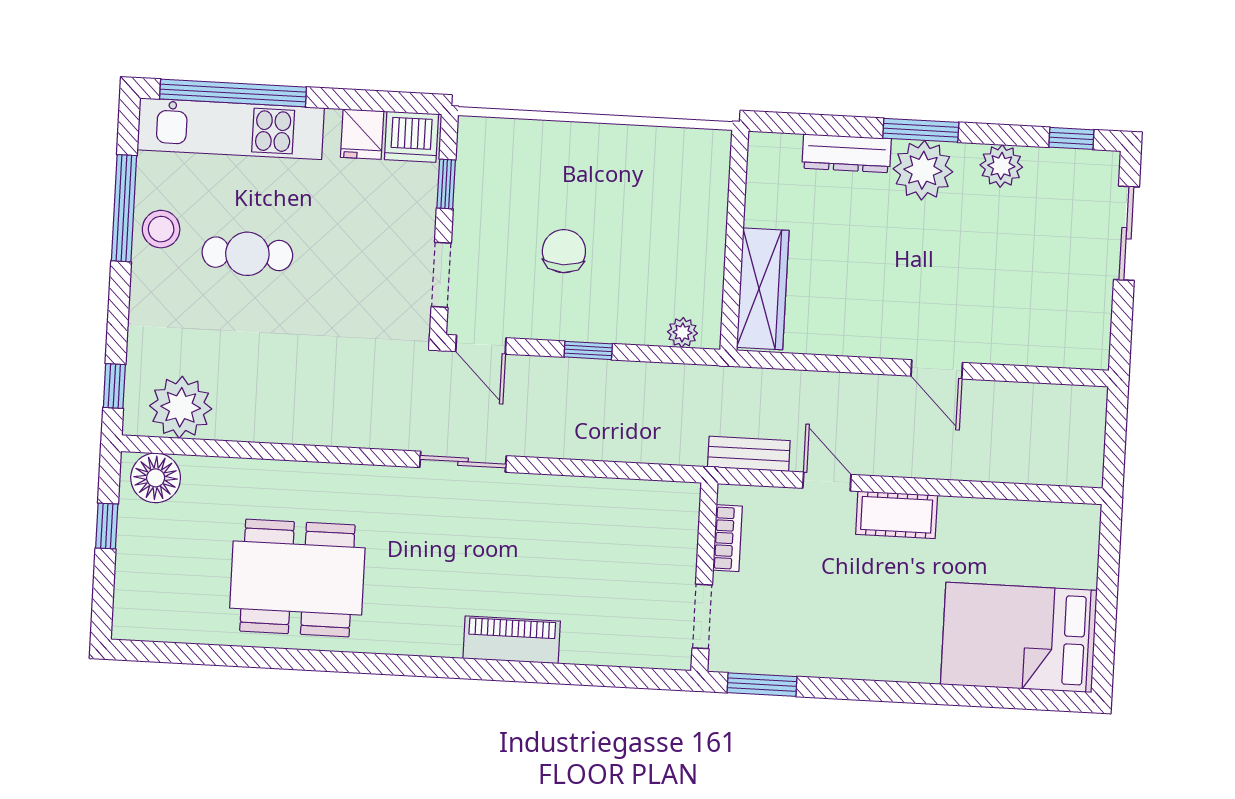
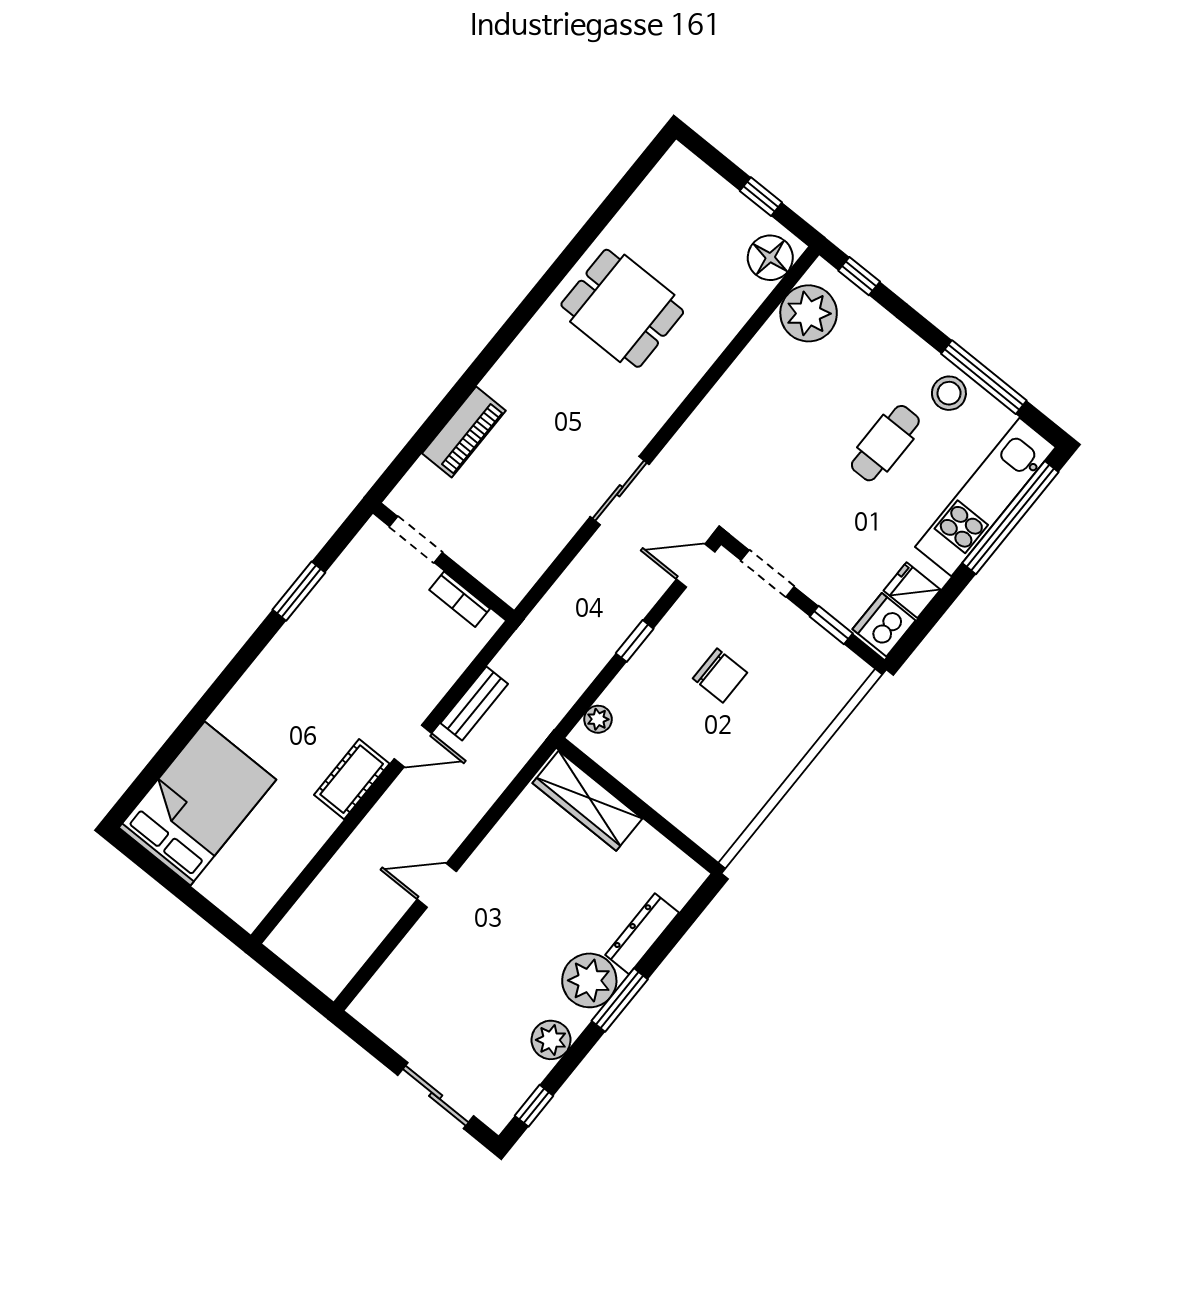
bookcase: (727, 538) -> (460, 599), moved
wall: (704, 577) -> (443, 562), moved
dining table: (297, 578) -> (622, 308), width x0.73
doorway: (702, 616) -> (416, 539), moved

